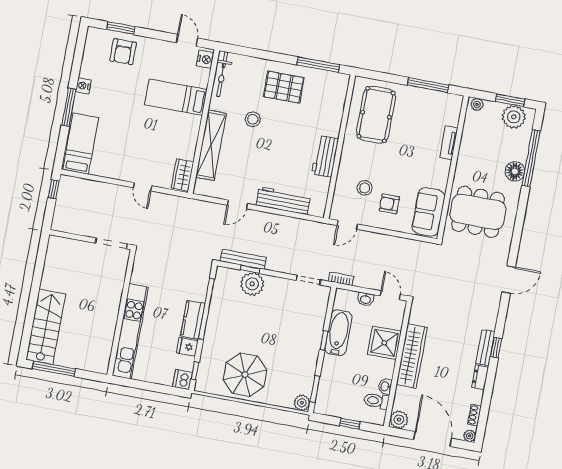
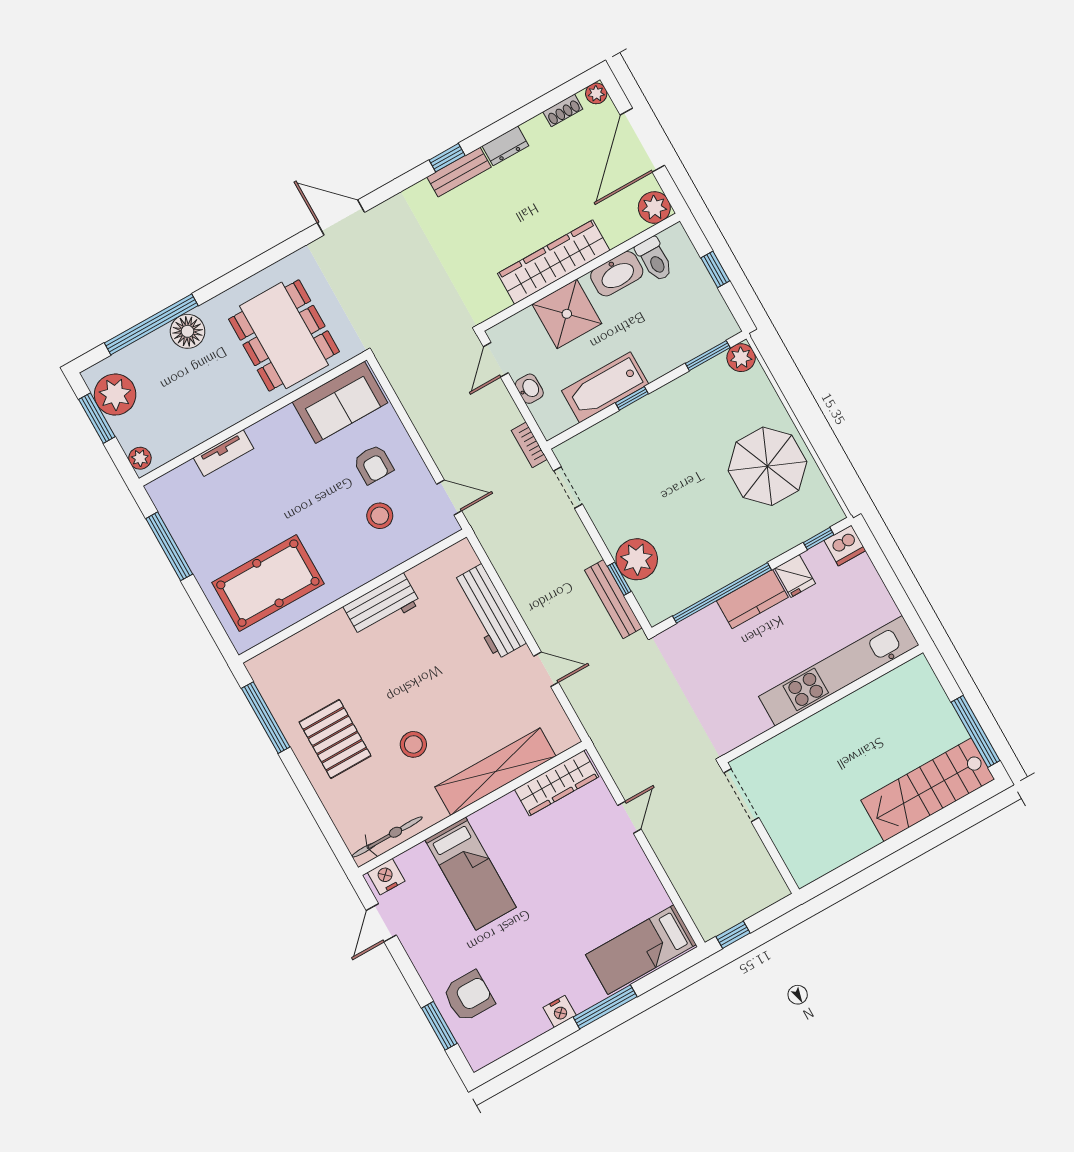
wardrobe: (182, 175) -> (557, 783), width x1.50
washbasin: (385, 386) -> (617, 274), width x1.91, depth x1.45

